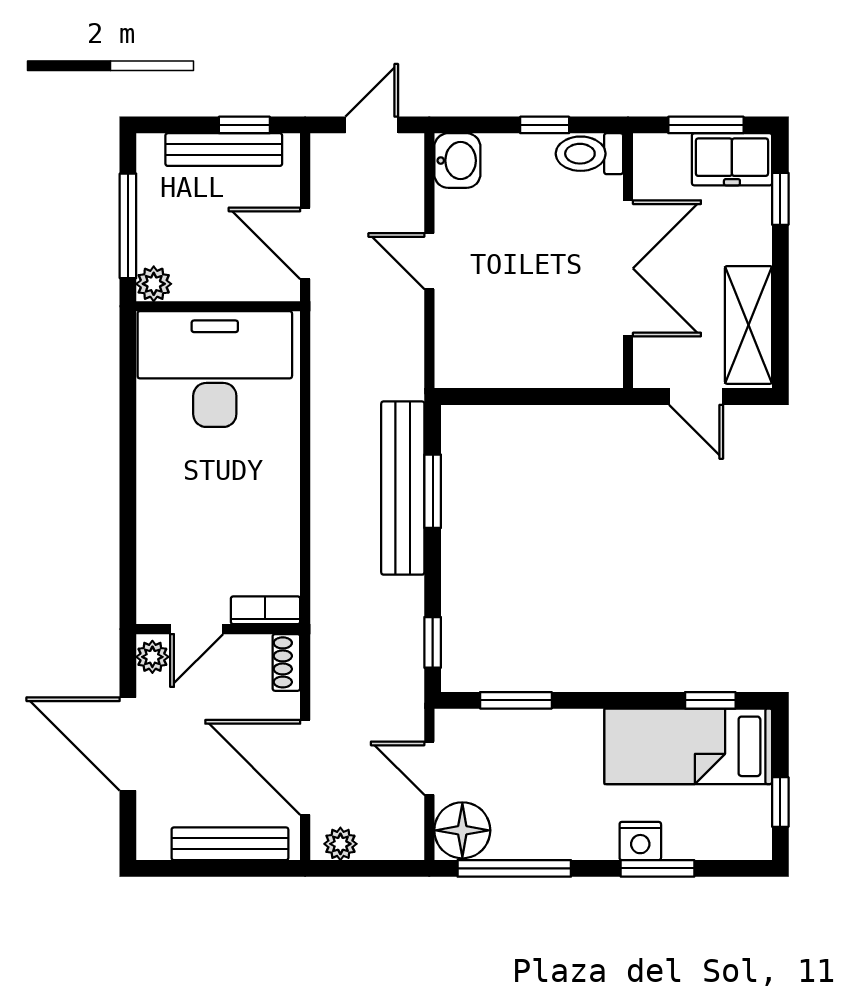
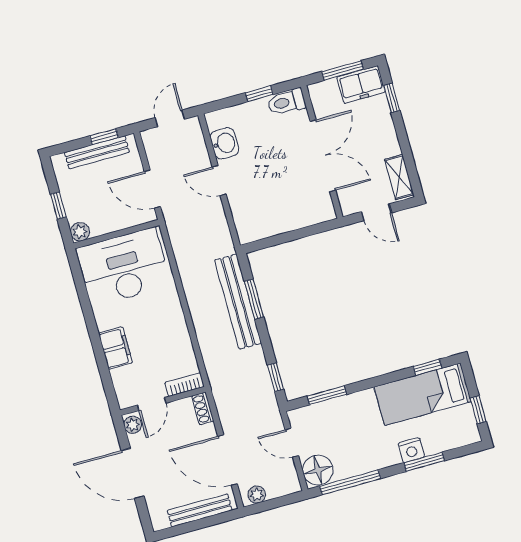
washbasin: (457, 161) -> (224, 143), moved
window: (128, 226) -> (58, 205), width x0.46
shelving: (748, 325) -> (399, 177), width x0.67, depth x0.75
filing cabinet: (160, 510) -> (115, 348), added

